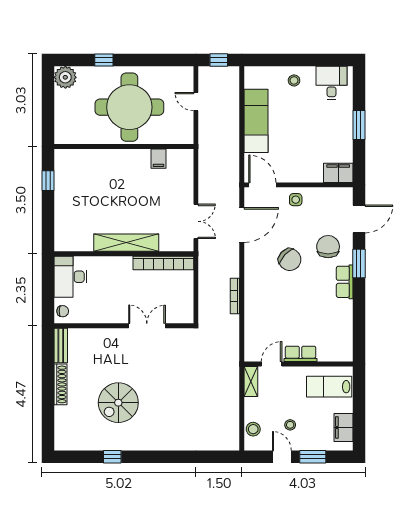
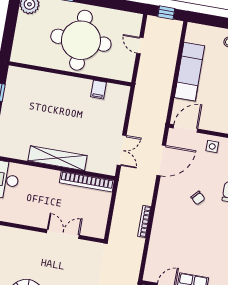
door: (262, 185) -> (185, 128), hinge flipped
chair: (290, 260) -> (198, 198), width x0.54, depth x0.54

